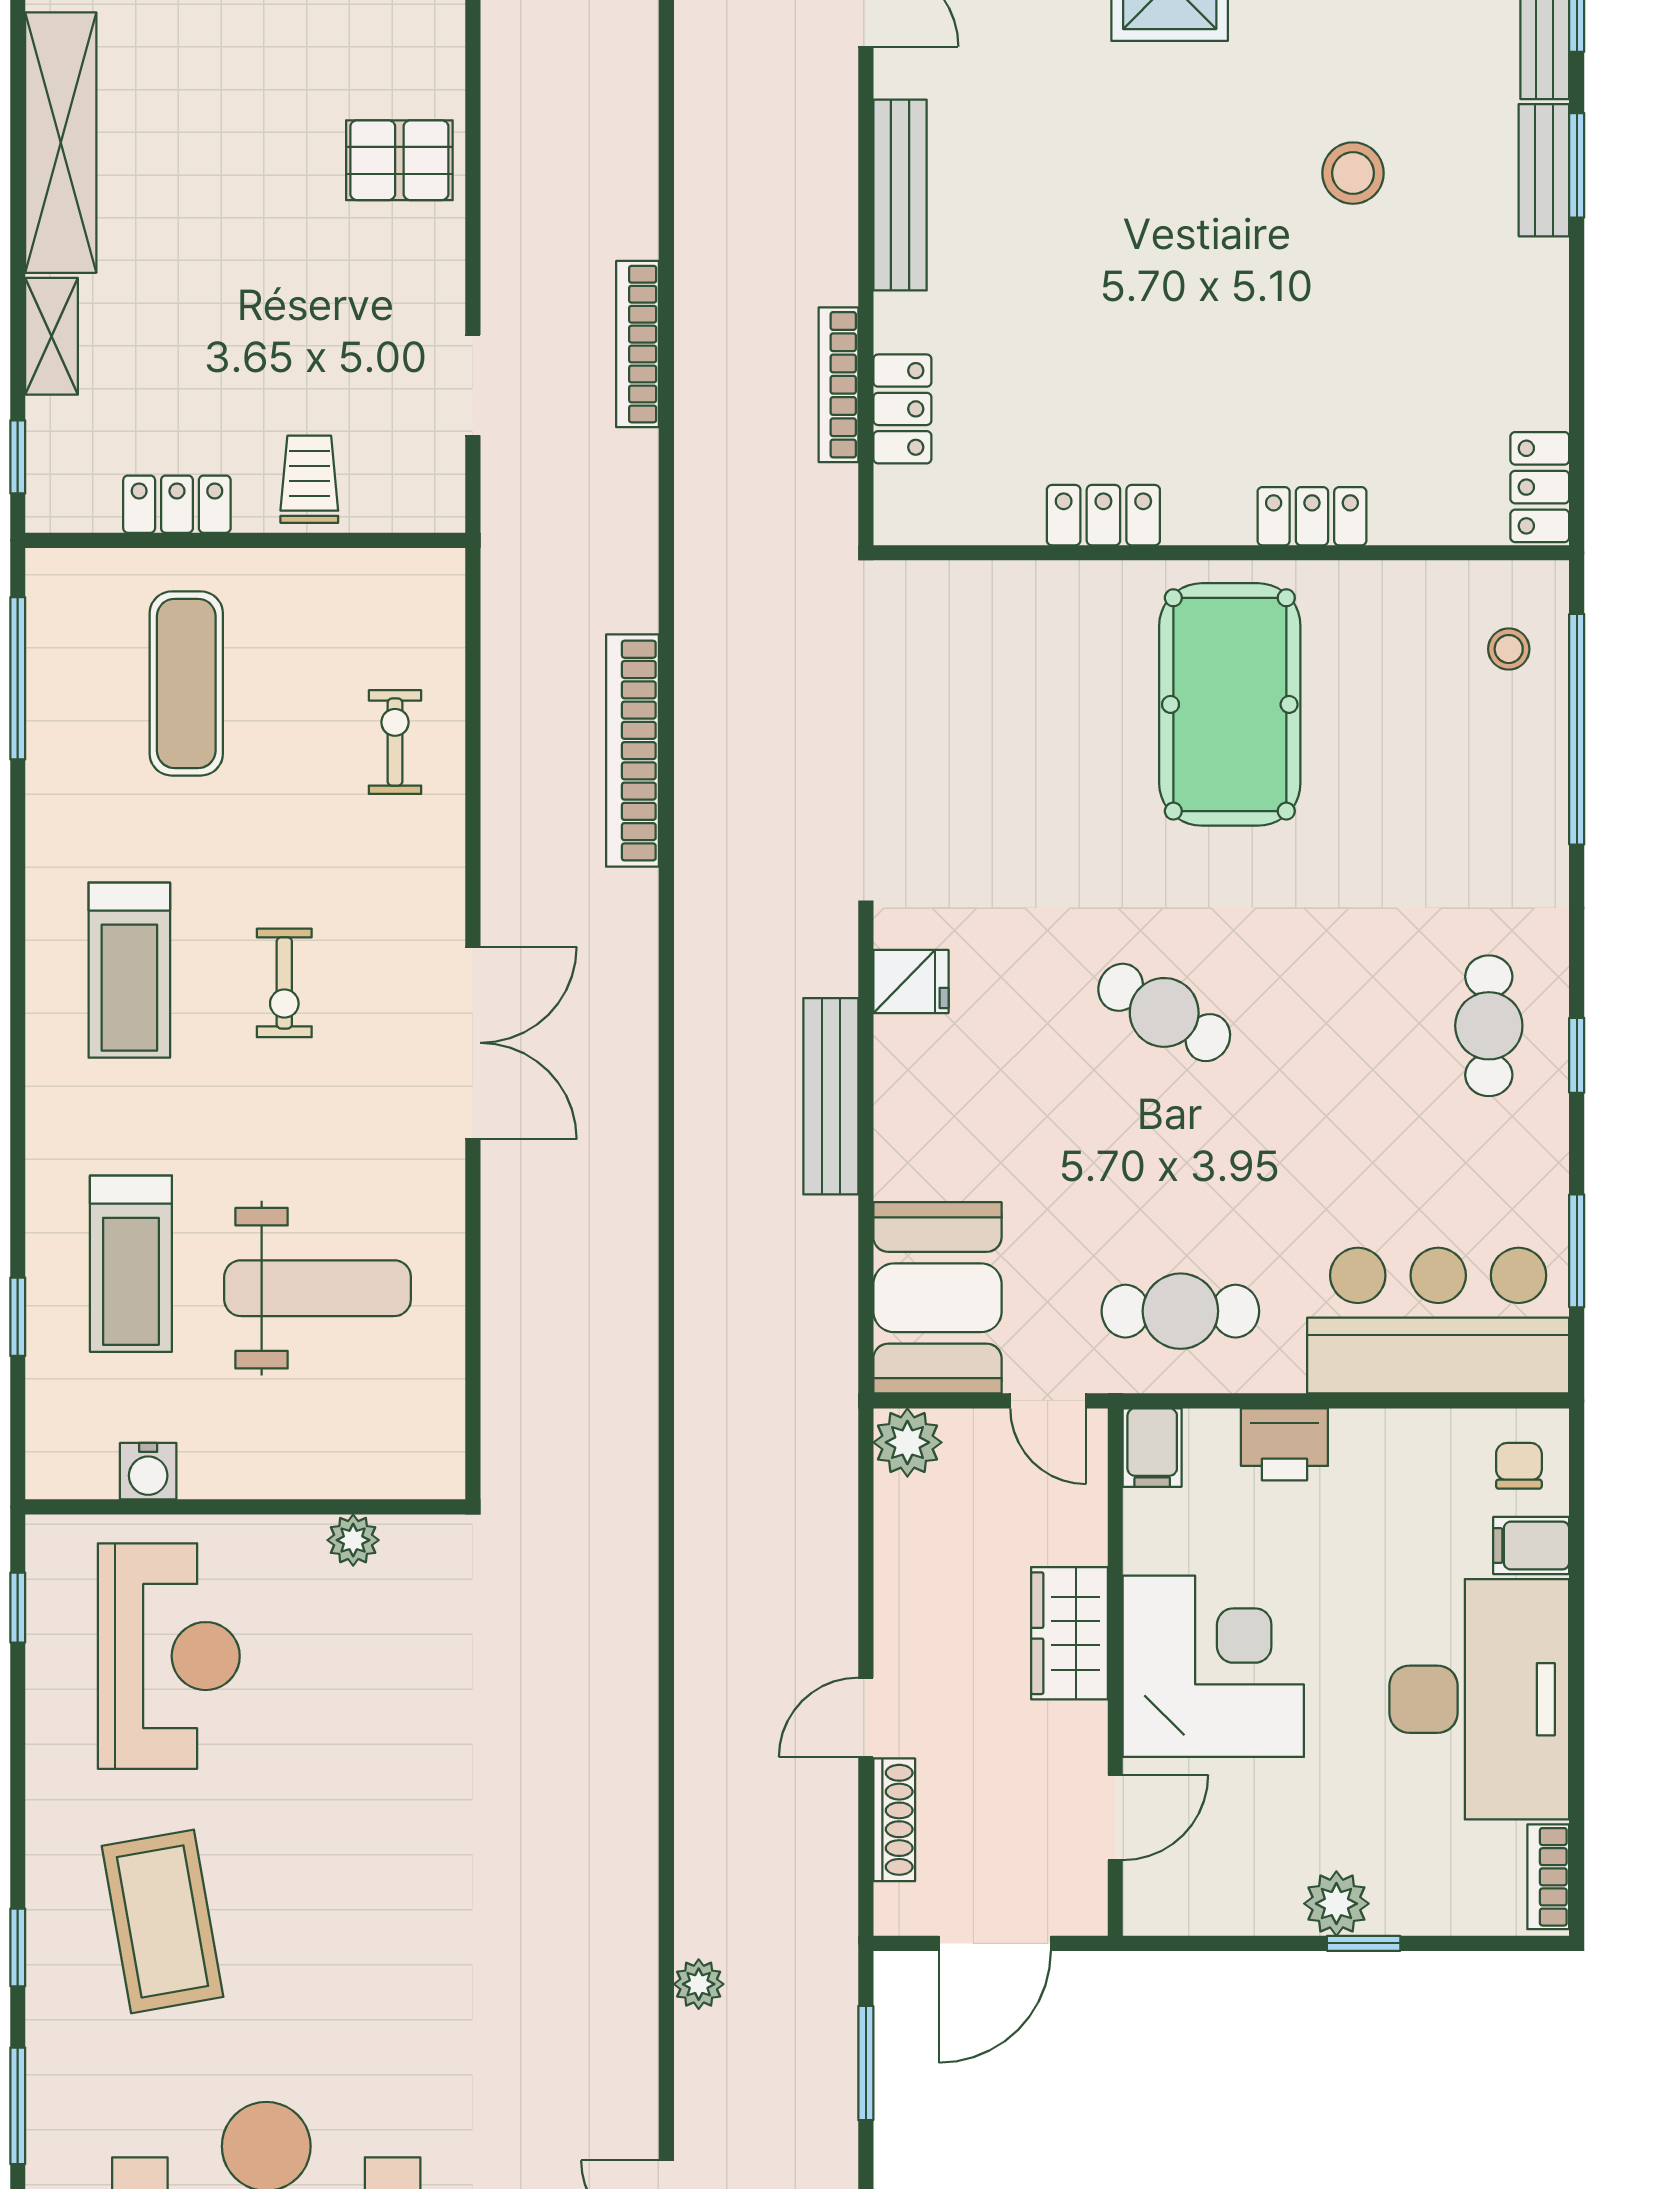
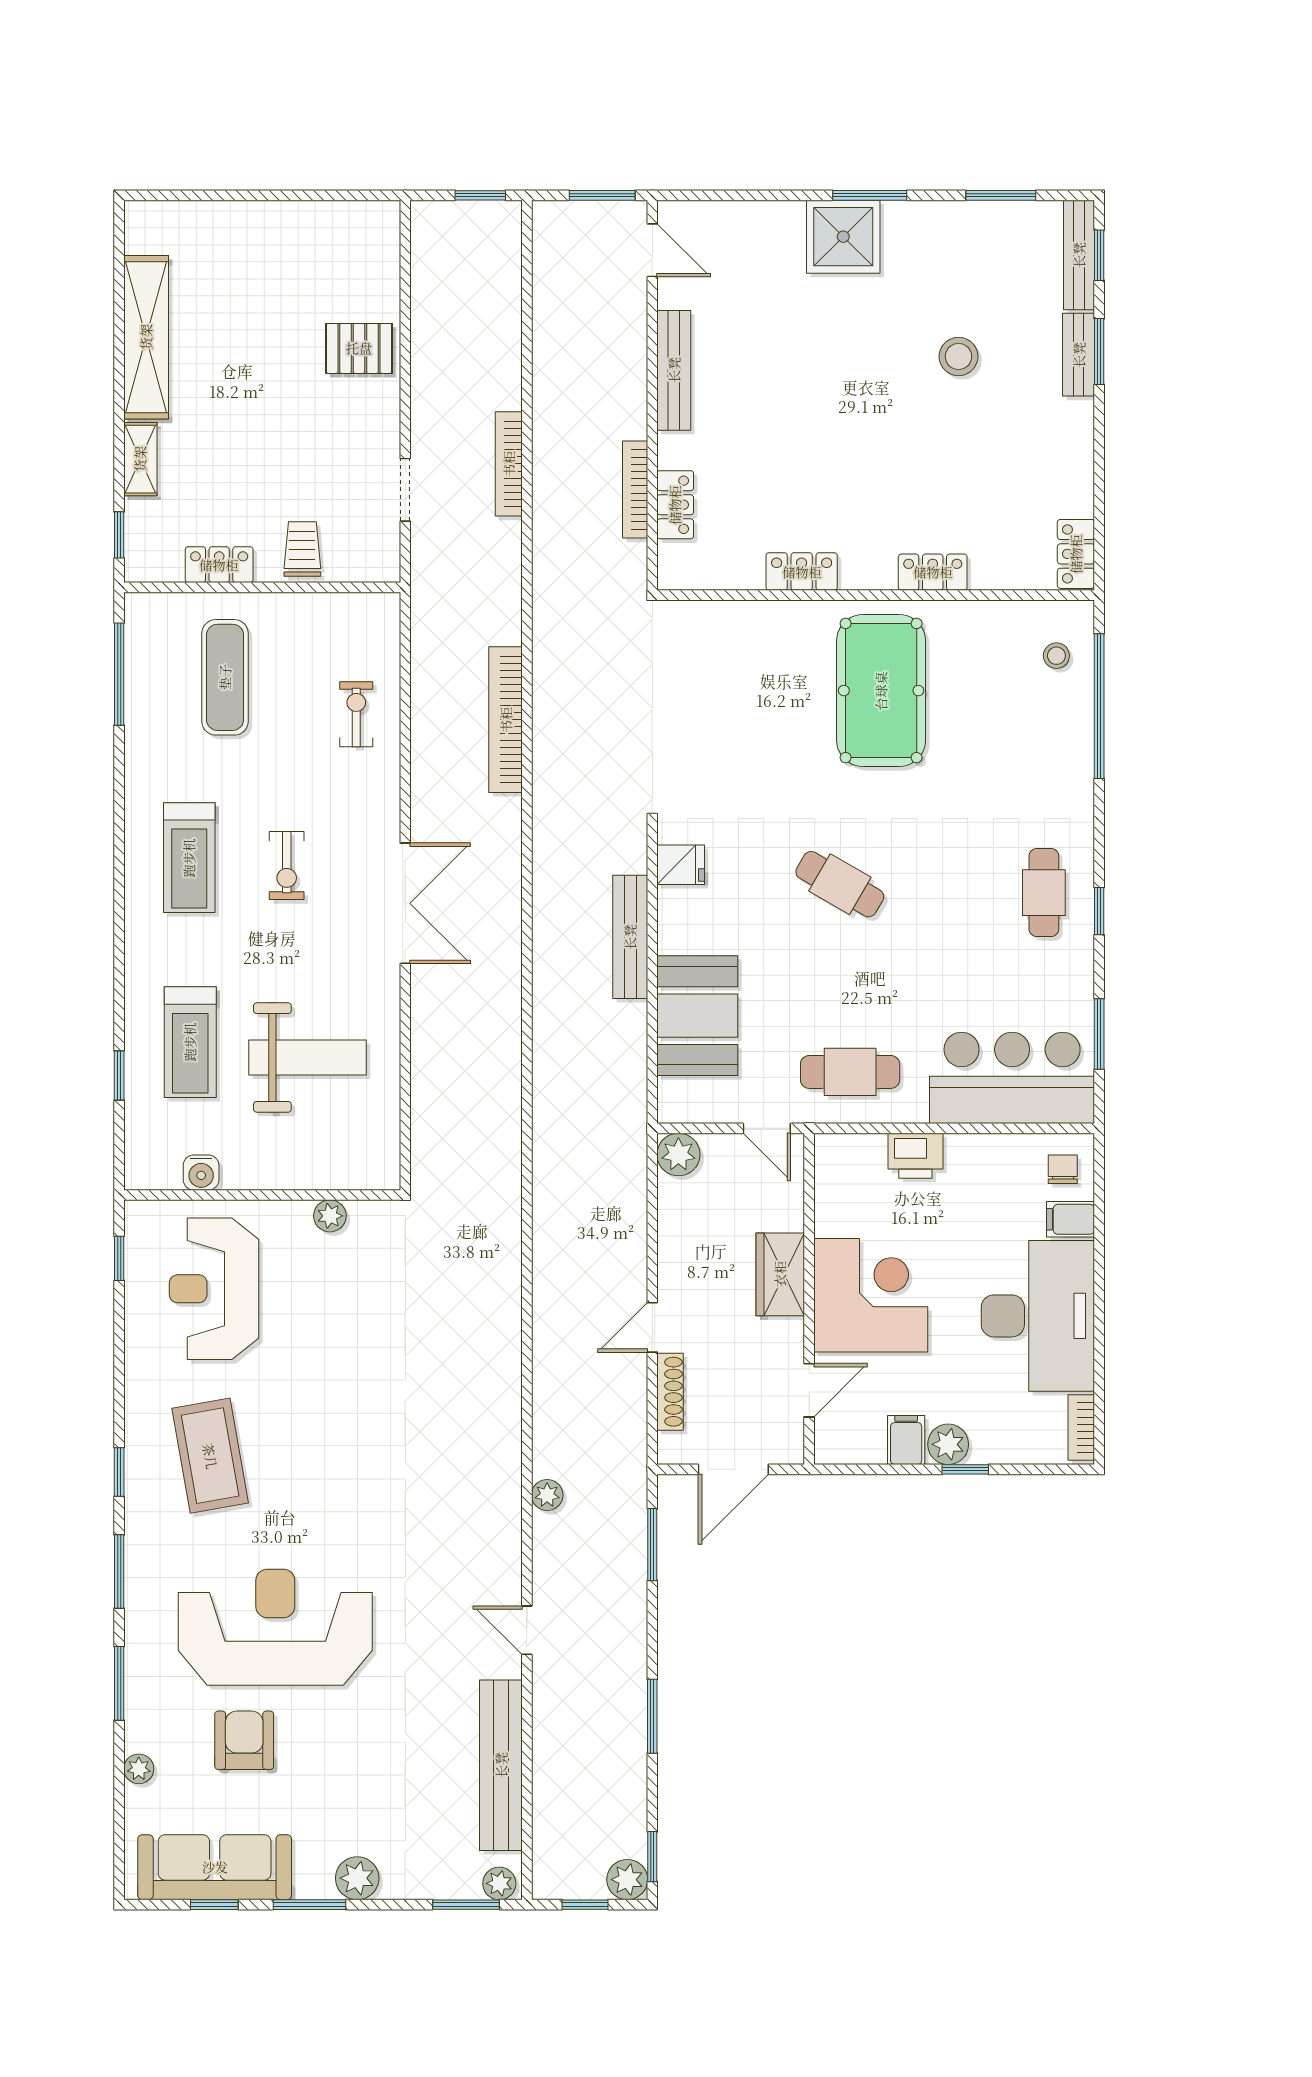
booth: (937, 1298) -> (697, 1016), moved
filing cabinet: (1152, 1448) -> (906, 1440), moved, turned 180
reception desk: (169, 1656) -> (214, 1289), turned 180

